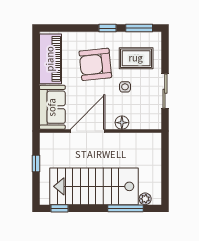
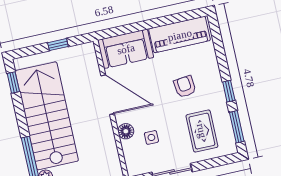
armchair: (95, 64) -> (185, 87), width x0.53, depth x0.53
side table: (125, 87) -> (151, 137), moved

